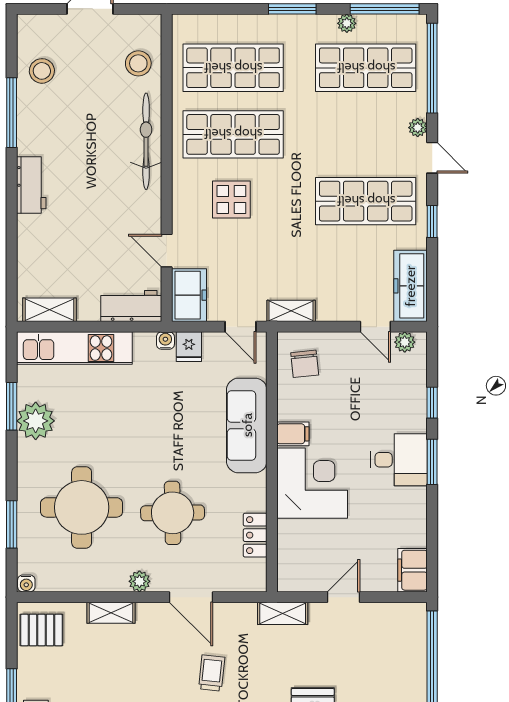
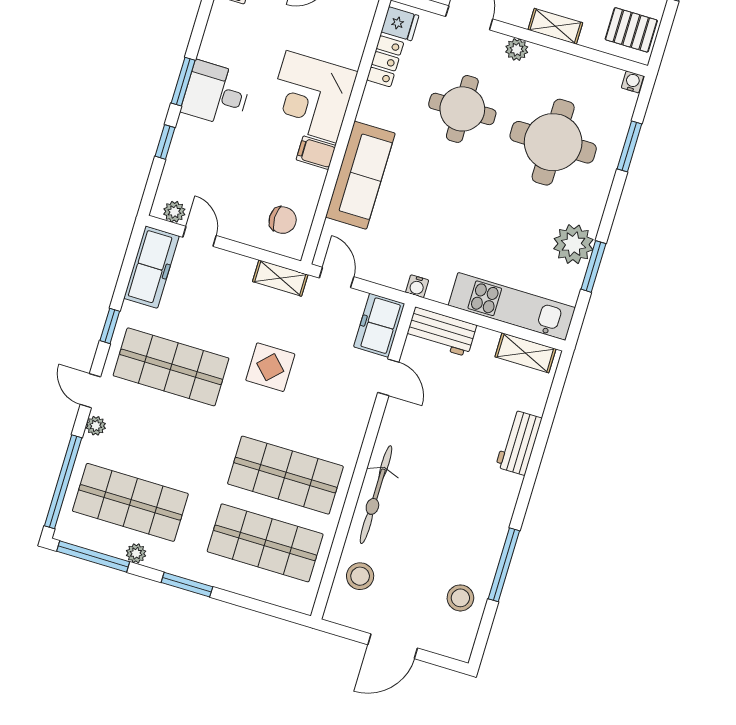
workbench: (31, 185) -> (519, 443), moved
display table: (231, 200) -> (270, 367), moved
fridge: (189, 347) -> (400, 24), moved, turned 90
chair: (305, 364) -> (283, 220), turned 96

